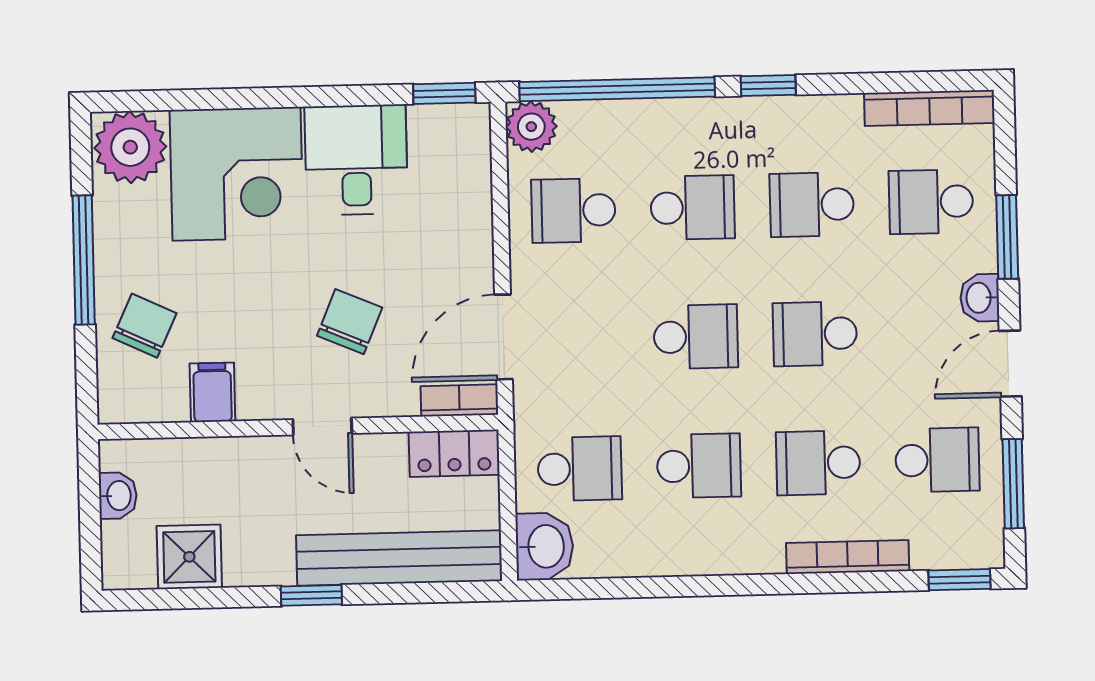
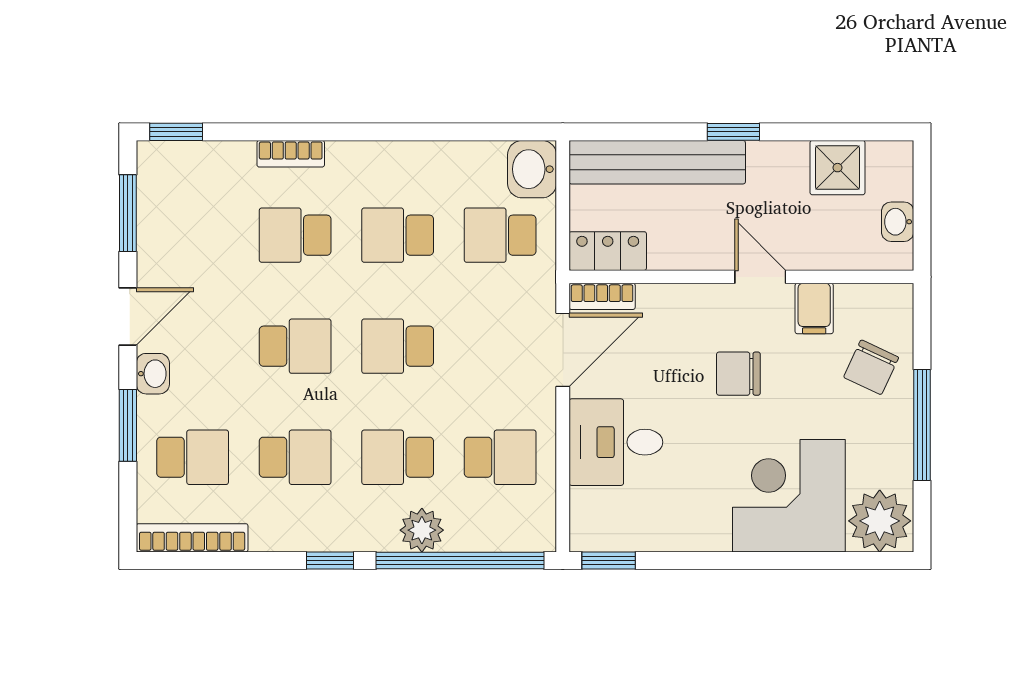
plant: (531, 127) -> (422, 530), moved
desk: (356, 160) -> (616, 442), moved, turned 90
chair: (350, 322) -> (738, 374), moved, turned 67
door: (322, 426) -> (760, 277), moved
school desk: (937, 460) -> (193, 235), removed
school desk: (818, 463) -> (295, 235), turned 180
bookcase: (848, 557) -> (291, 154), width x0.64

